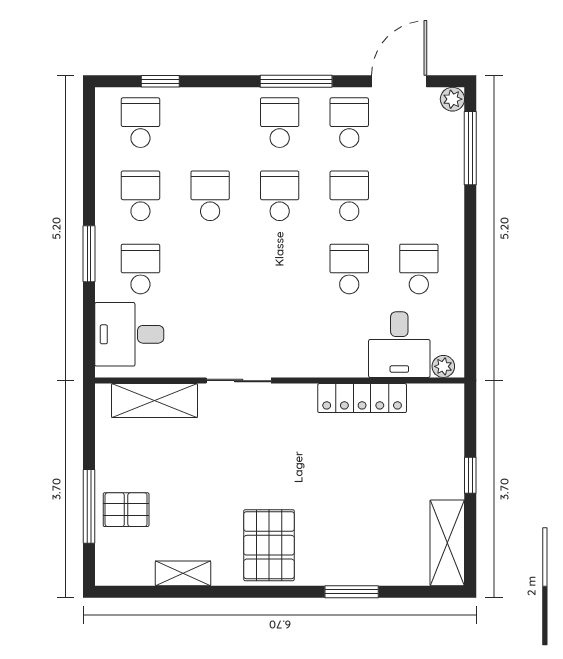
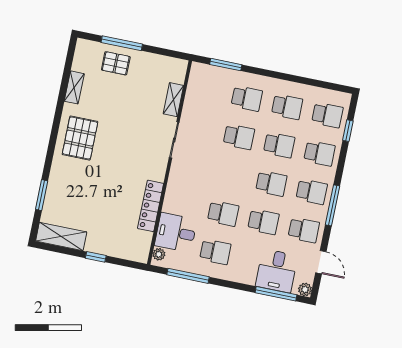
door: (399, 81) -> (321, 262), width x0.73
school desk: (210, 123) -> (319, 153), added
window: (89, 254) -> (226, 65), moved
school desk: (210, 269) -> (239, 137), added
window: (470, 308) -> (188, 276), added
desk: (129, 334) -> (277, 271), moved, turned 180
shelving: (155, 401) -> (173, 100), width x0.67, depth x0.75
pallet: (126, 510) -> (116, 63), turned 90
pallet: (269, 545) -> (80, 138), turned 90
window: (352, 592) -> (42, 195), moved

